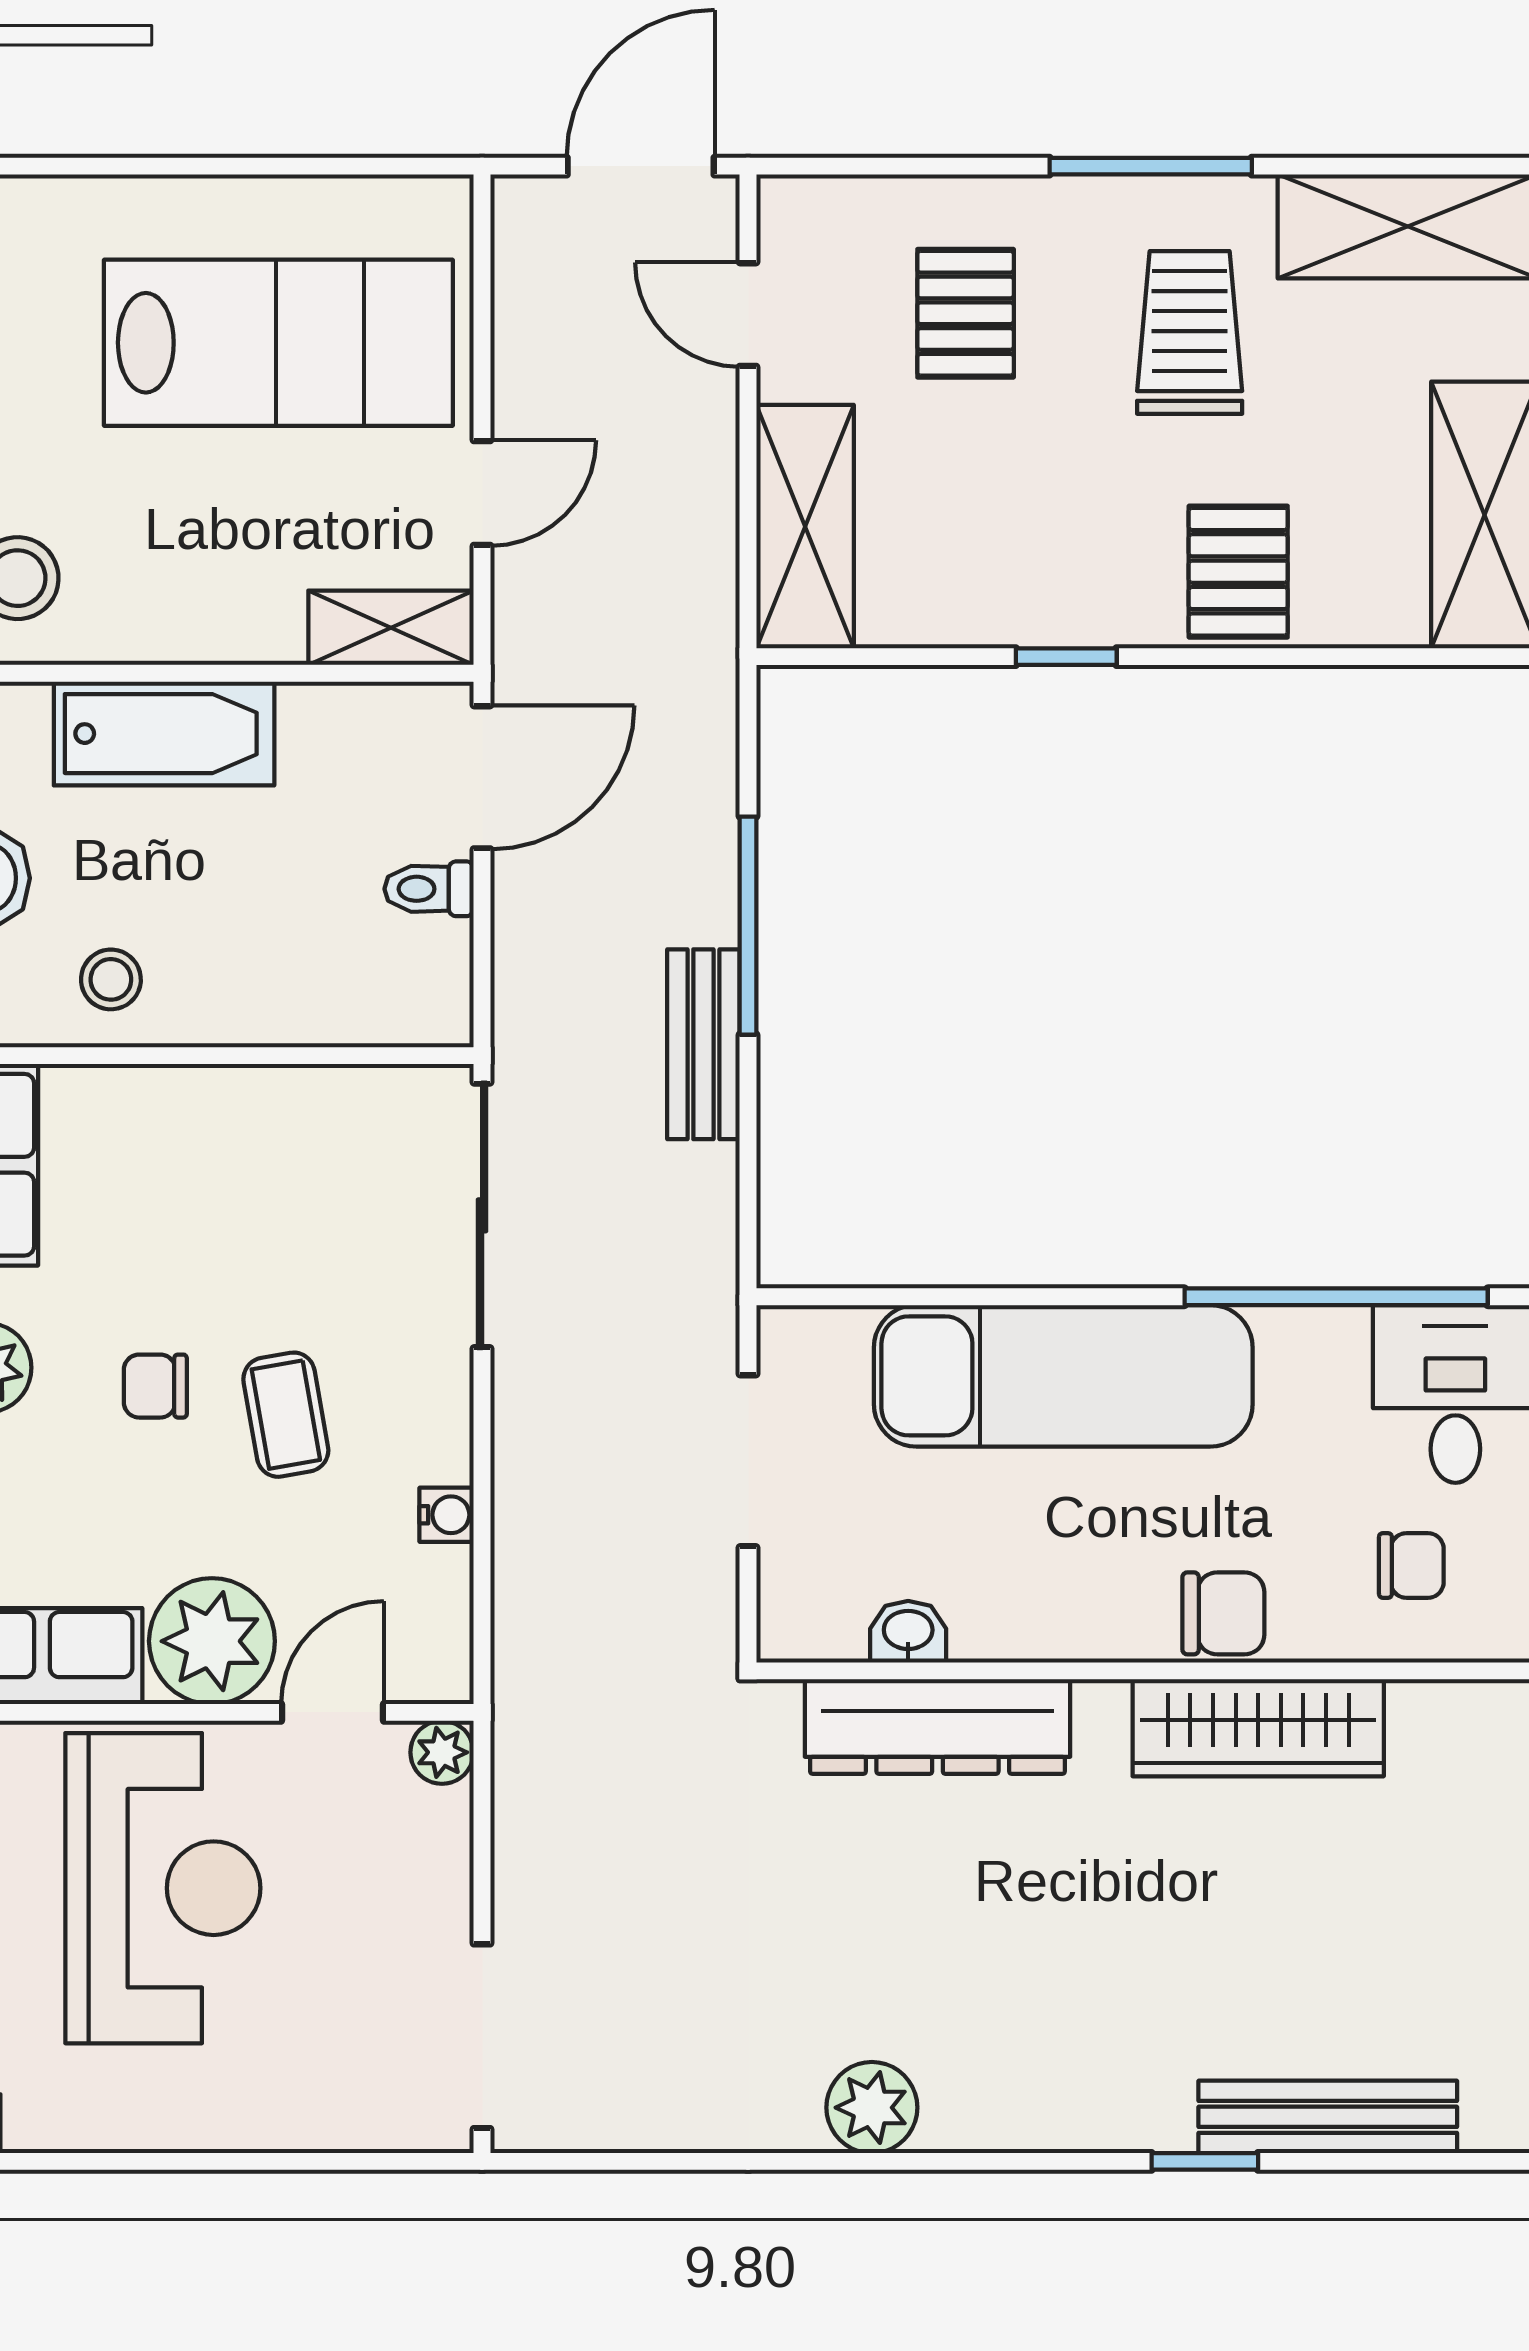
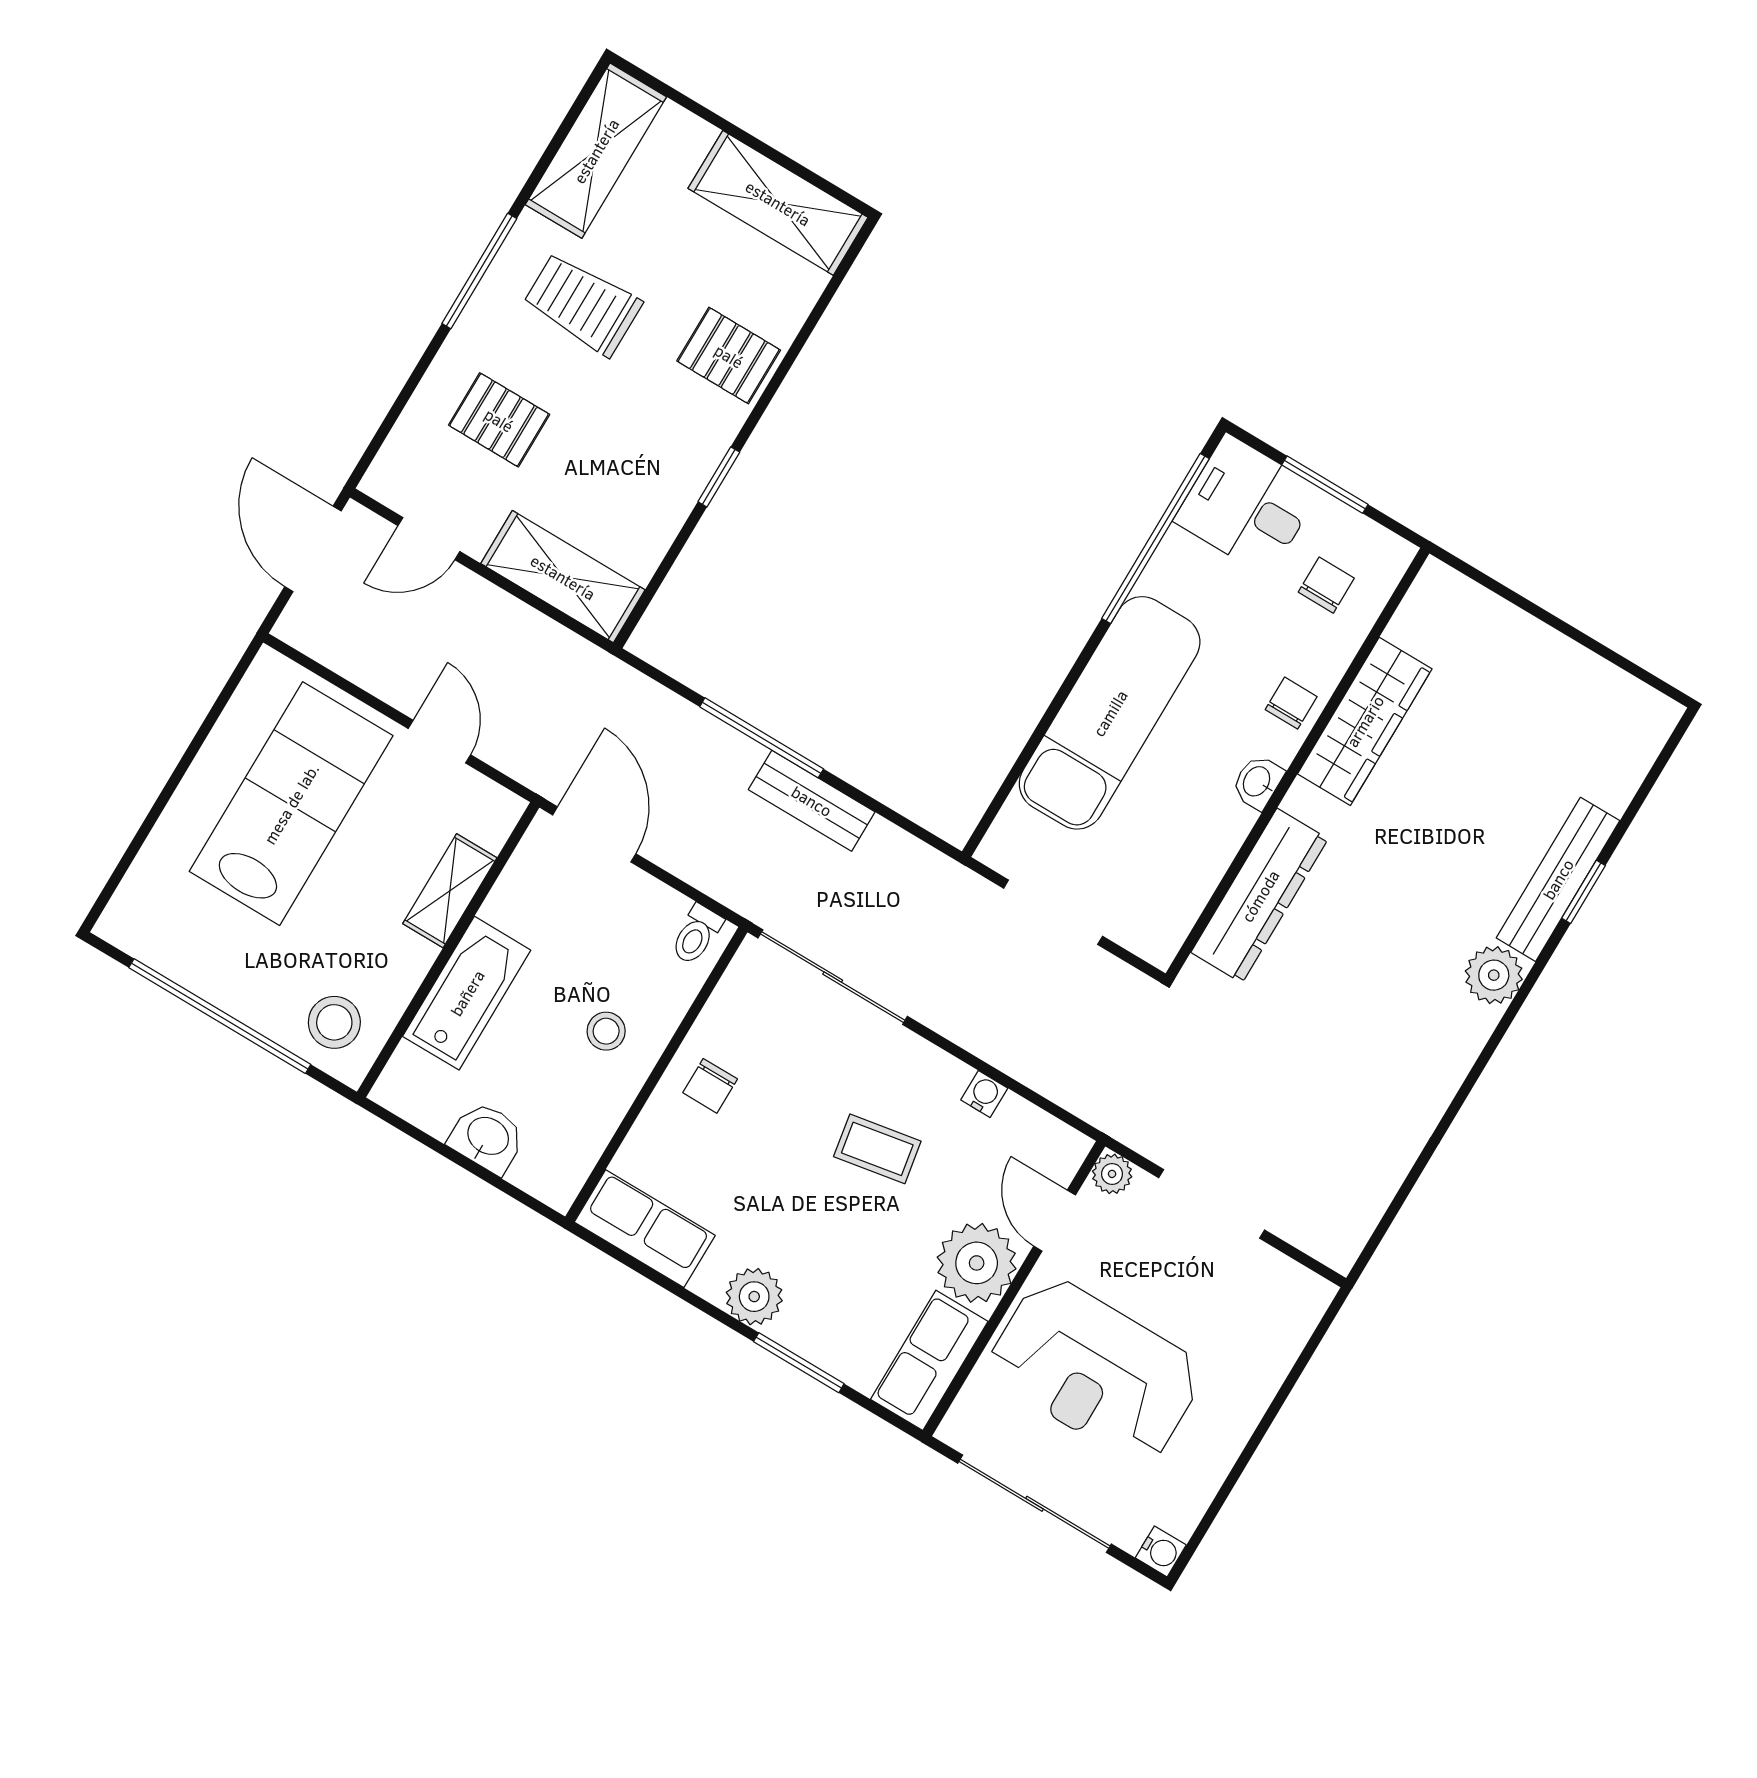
shelving: (391, 628) -> (450, 891), moved
toilet: (429, 889) -> (696, 935), moved
stool: (111, 979) -> (606, 1031), moved
chair: (155, 1386) -> (710, 1086), moved
chair: (1223, 1613) -> (1291, 703), width x0.73, depth x0.73
washbasin: (908, 1632) -> (1258, 782), moved
reception desk: (163, 1888) -> (1095, 1370), turned 180
doorway: (482, 2036) -> (1212, 1204), moved
plant: (872, 2108) -> (1494, 975), moved
bench: (1328, 2117) -> (1558, 879), moved

